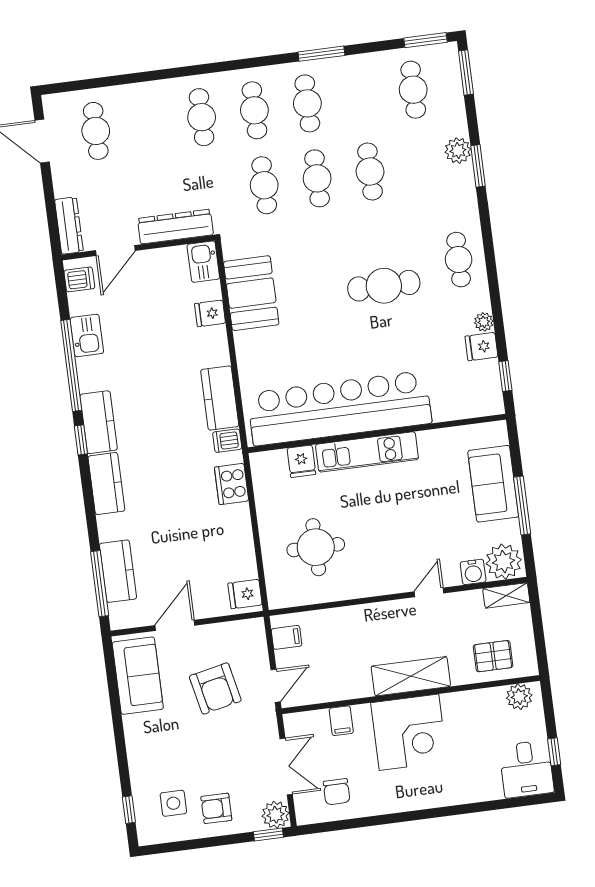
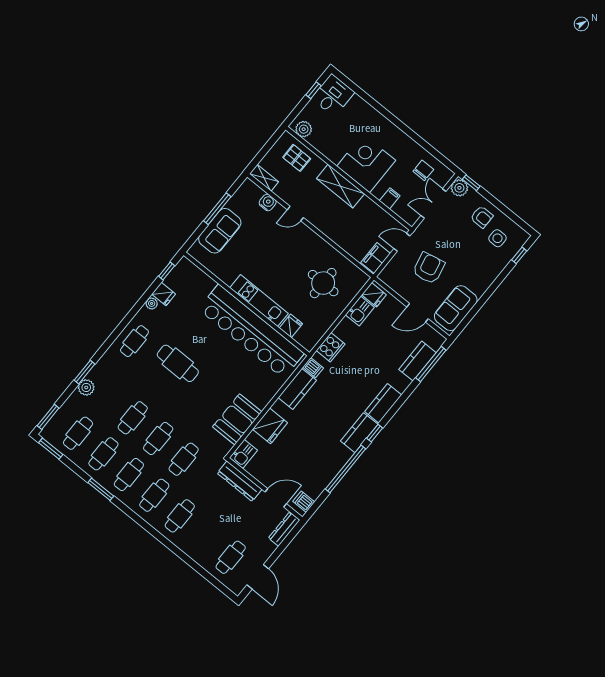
cafe table: (360, 97) -> (103, 454), added
fridge: (210, 313) -> (270, 426), width x1.88, depth x1.34
kitchen sink: (87, 335) -> (360, 311), moved, turned 180
plant: (504, 562) -> (250, 193), removed
filing cabinet: (287, 637) -> (376, 258), width x2.00

